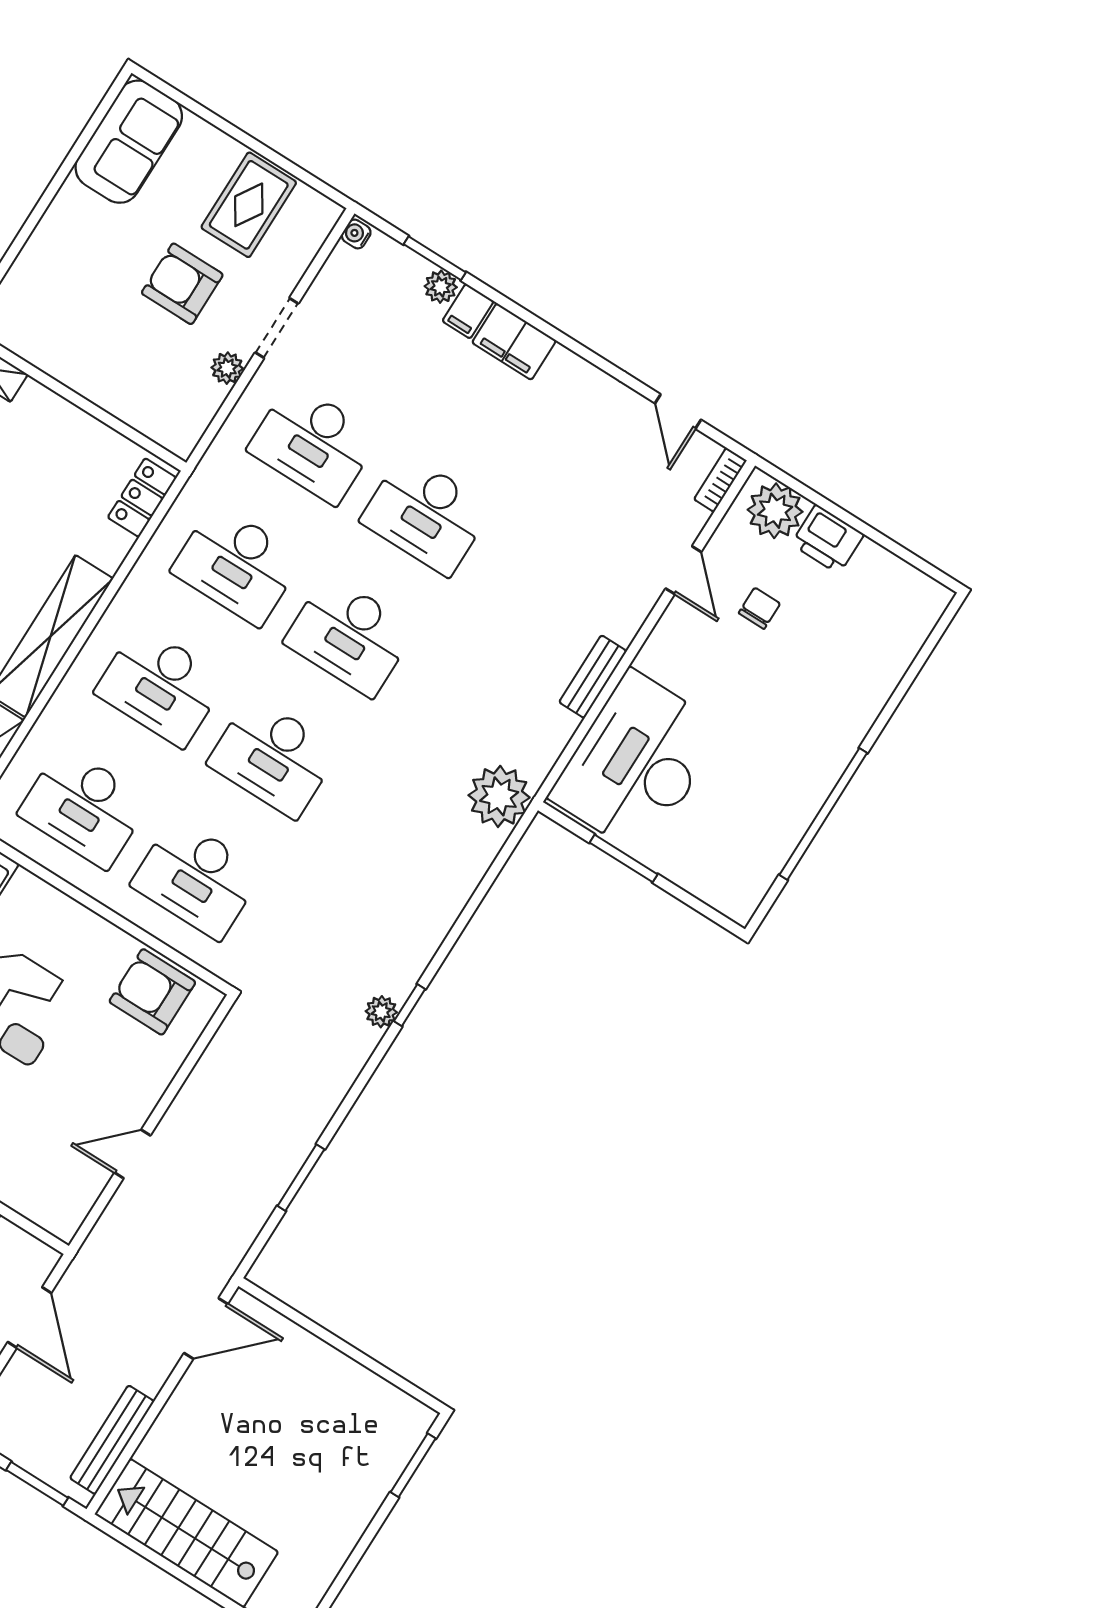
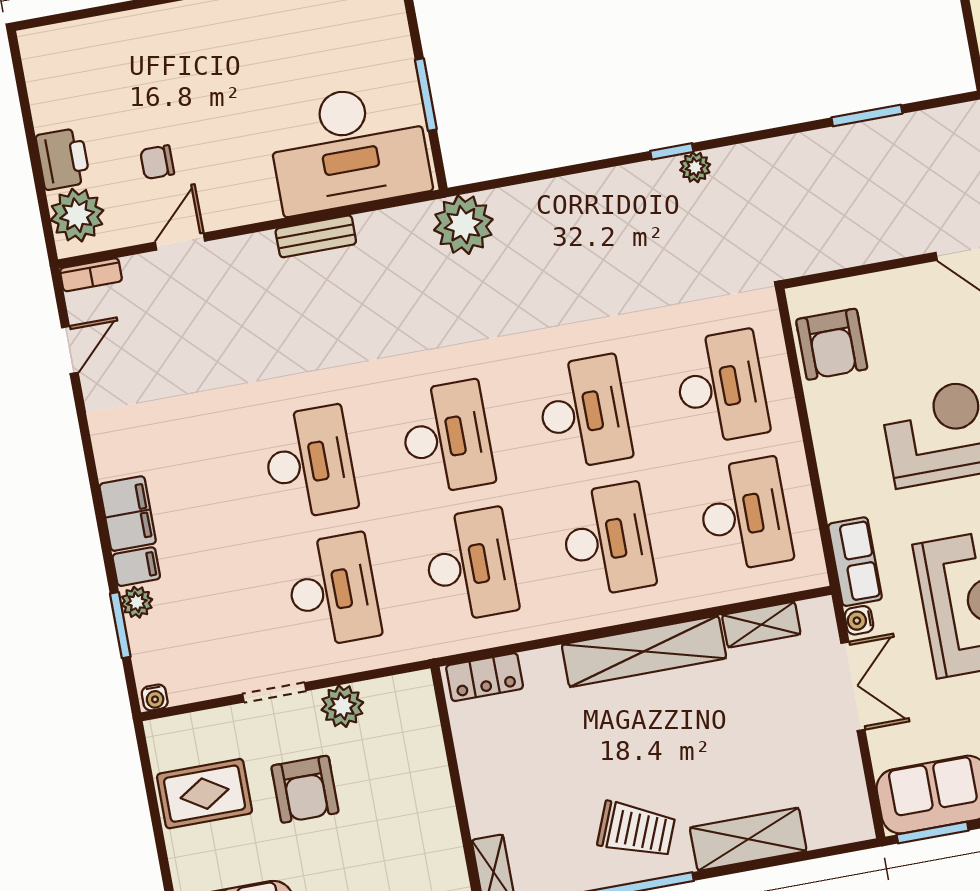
plant: (227, 368) -> (342, 706), width x1.38, depth x1.38

